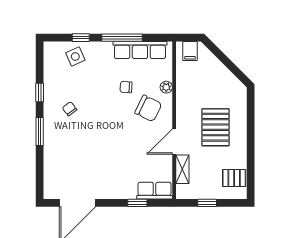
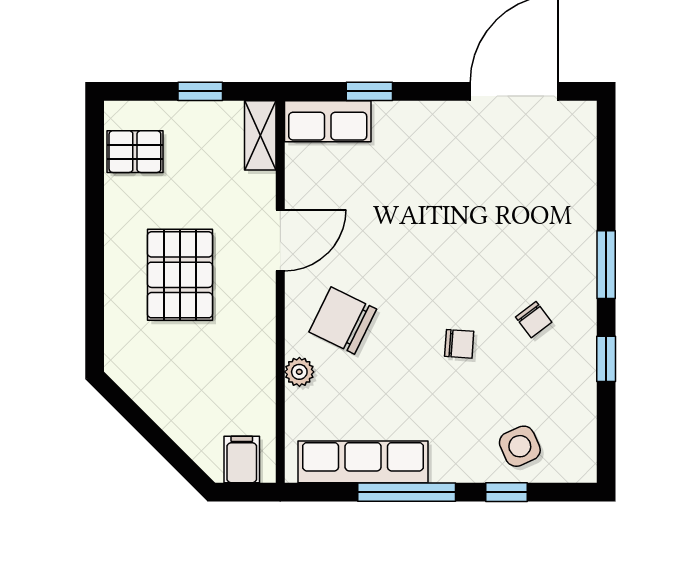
chair: (126, 87) -> (459, 344), moved
shelving: (182, 169) -> (260, 135), moved

